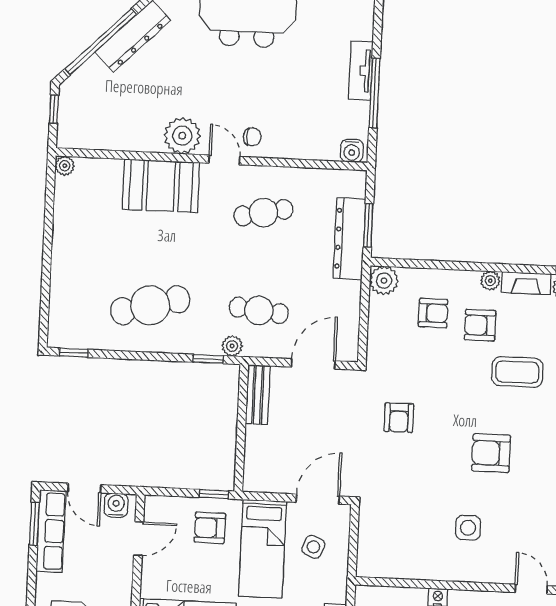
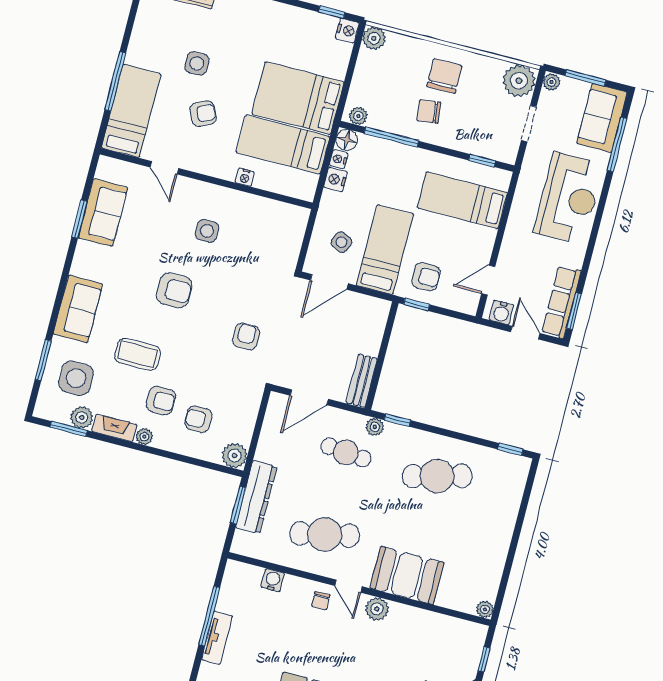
plant: (182, 136) -> (377, 609), width x0.73, depth x0.73
chair: (252, 137) -> (321, 601), turned -90
water cooler: (352, 151) -> (273, 580), moved
cafe table: (263, 213) -> (325, 534), width x1.37, depth x1.35

